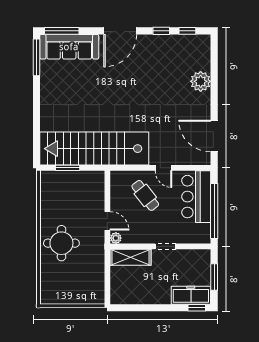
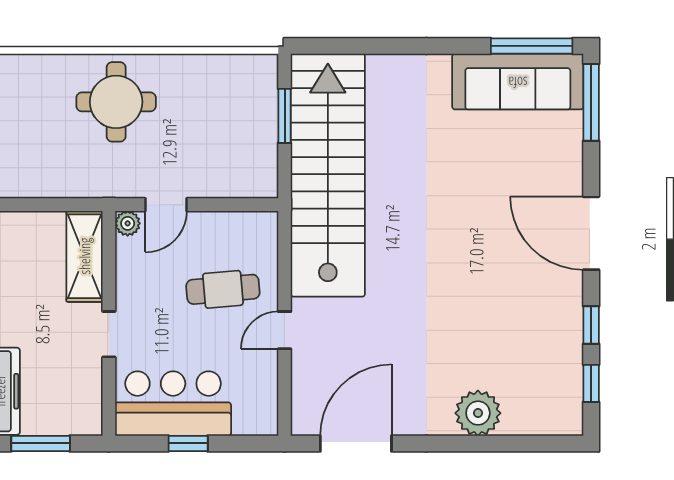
sofa: (69, 47) -> (518, 82), moved, turned -90
cafe table: (145, 195) -> (223, 289), turned 33
bar counter: (196, 197) -> (173, 404), moved
window: (214, 211) -> (188, 443), width x0.32

